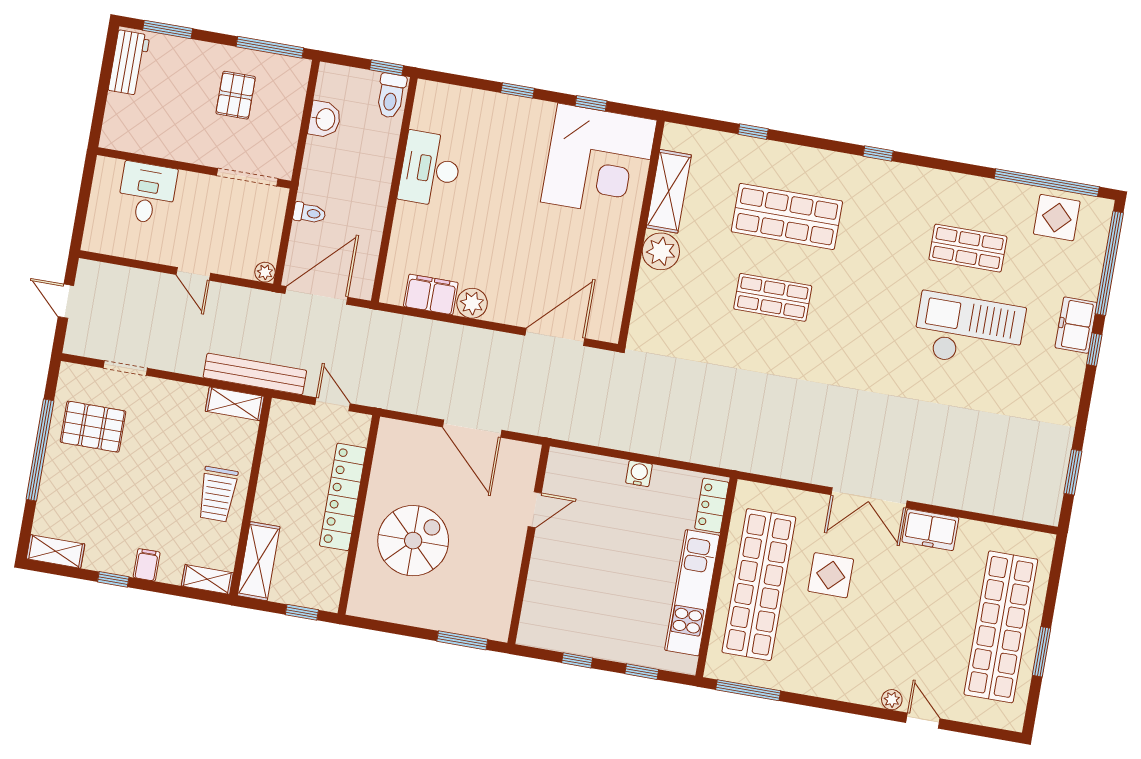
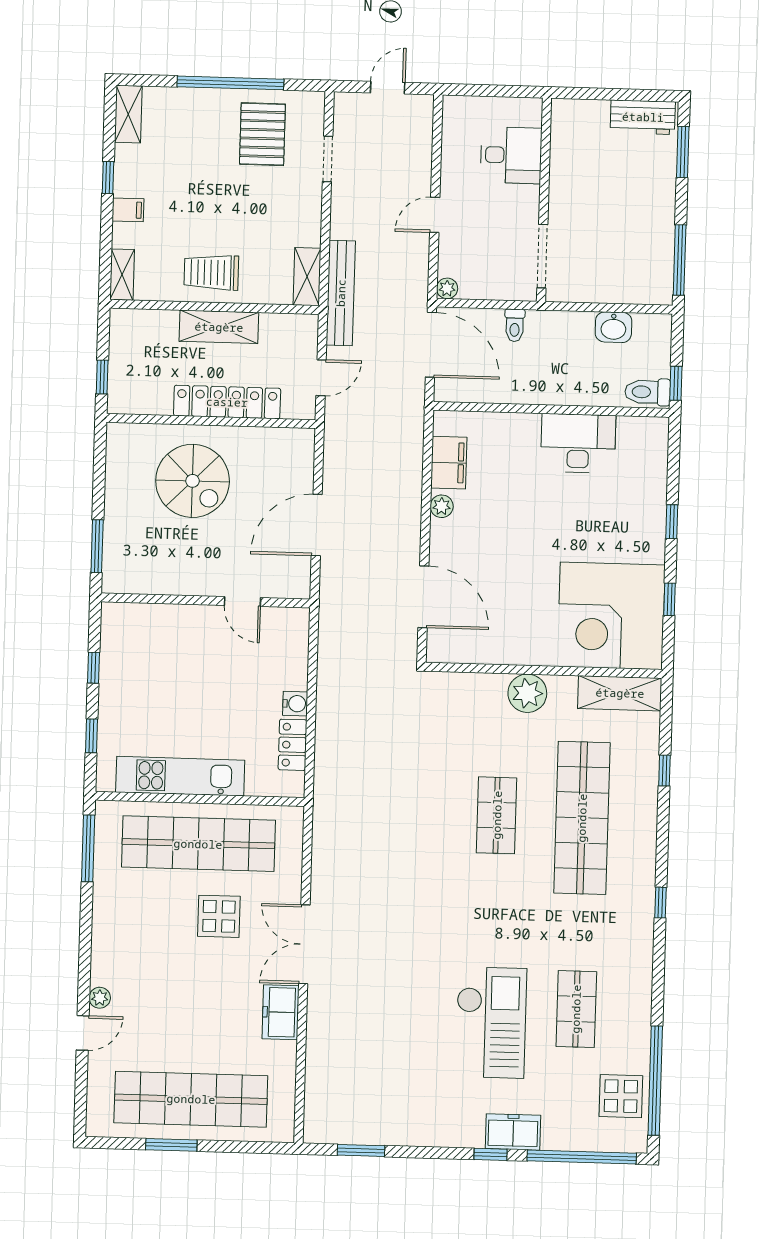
pallet: (236, 95) -> (625, 232), removed
shelving: (669, 191) -> (620, 693), moved
shop shelf: (787, 216) -> (582, 818), width x1.40
plant: (472, 303) -> (442, 506), width x0.73, depth x0.73
locker: (712, 505) -> (293, 745), moved, turned -90
shelving: (259, 561) -> (219, 327), moved

